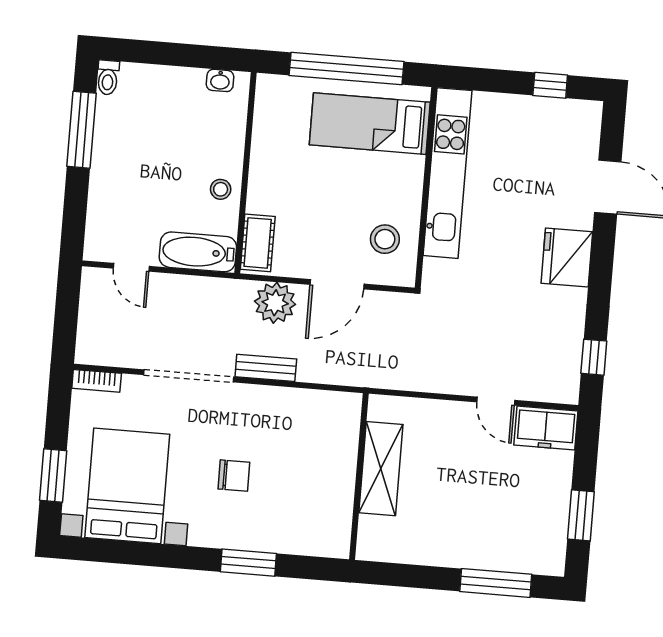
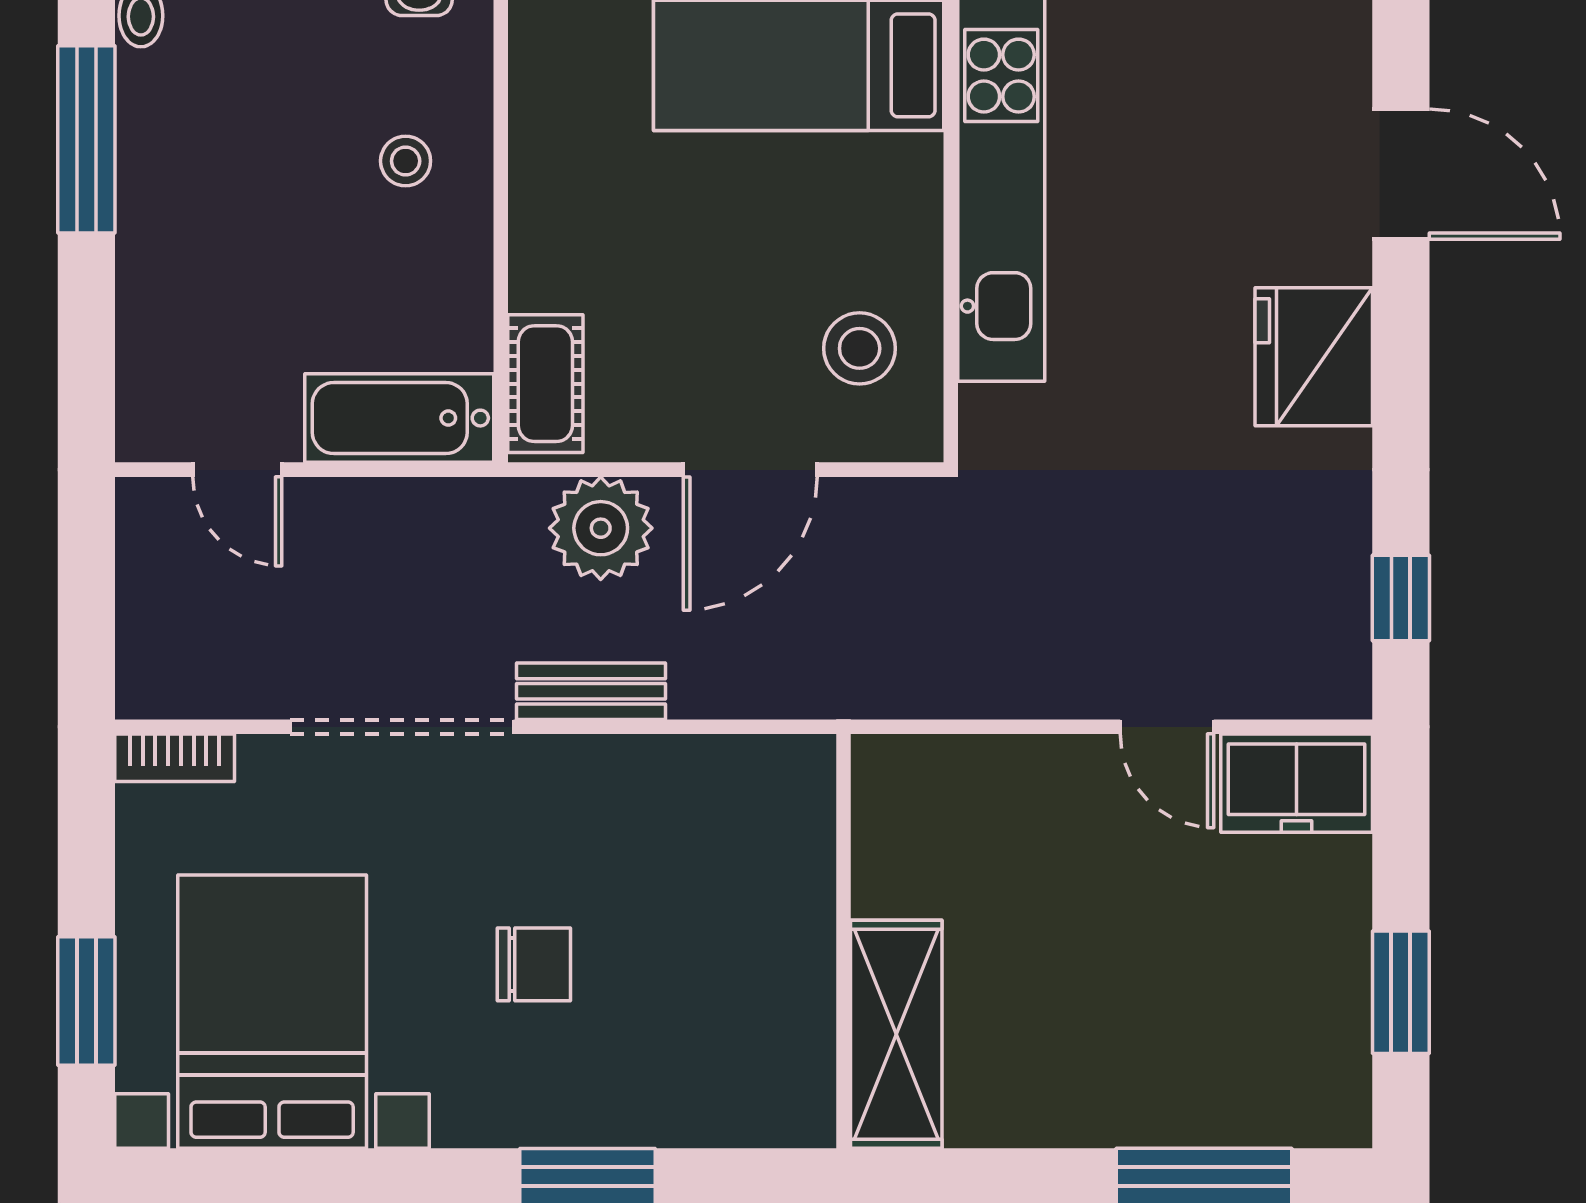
stool: (221, 189) -> (406, 161), moved
shelving: (381, 469) -> (896, 1034), moved

